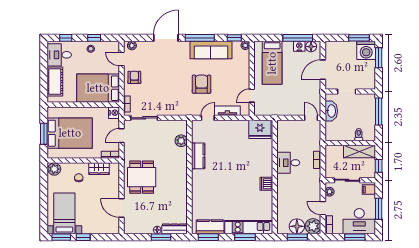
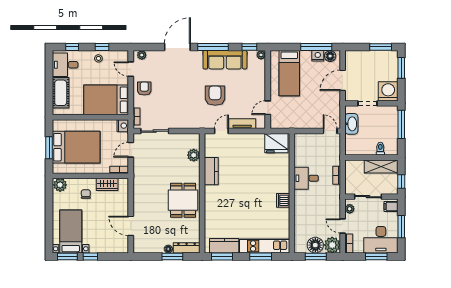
washing machine: (366, 50) -> (388, 91), moved, turned 180
dining table: (142, 177) -> (183, 200), moved

